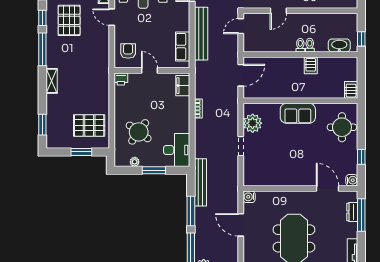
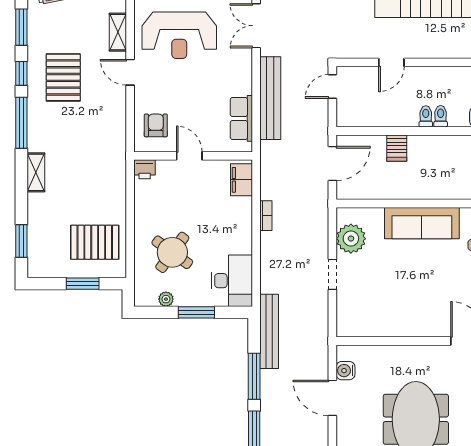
server rack: (311, 65) -> (397, 148), moved
sofa: (298, 113) -> (422, 223), width x1.36
water cooler: (249, 197) -> (345, 371), moved

